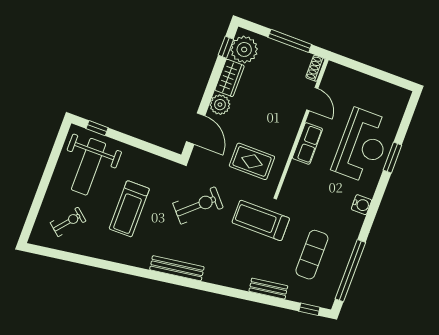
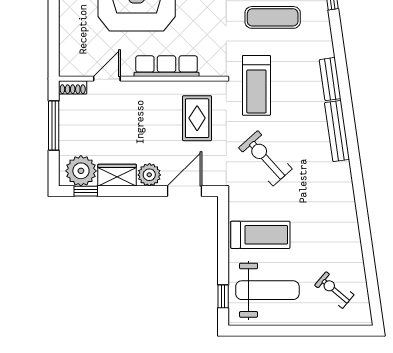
row of seats: (307, 144) -> (167, 66), width x1.48
treadmill: (129, 209) -> (260, 235), moved
bench: (177, 268) -> (337, 131), moved
bench: (268, 289) -> (330, 79), moved

